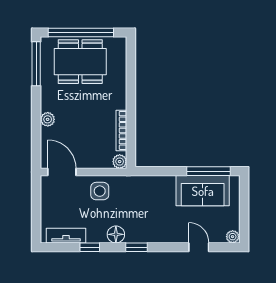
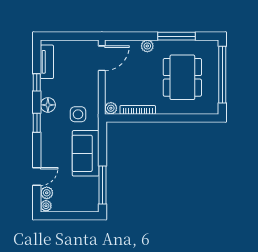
dining table: (80, 62) -> (182, 77), moved
window: (36, 64) -> (177, 36), moved
side table: (100, 191) -> (78, 114), moved
sofa: (203, 191) -> (86, 153), moved
plant: (218, 236) -> (47, 193), added

